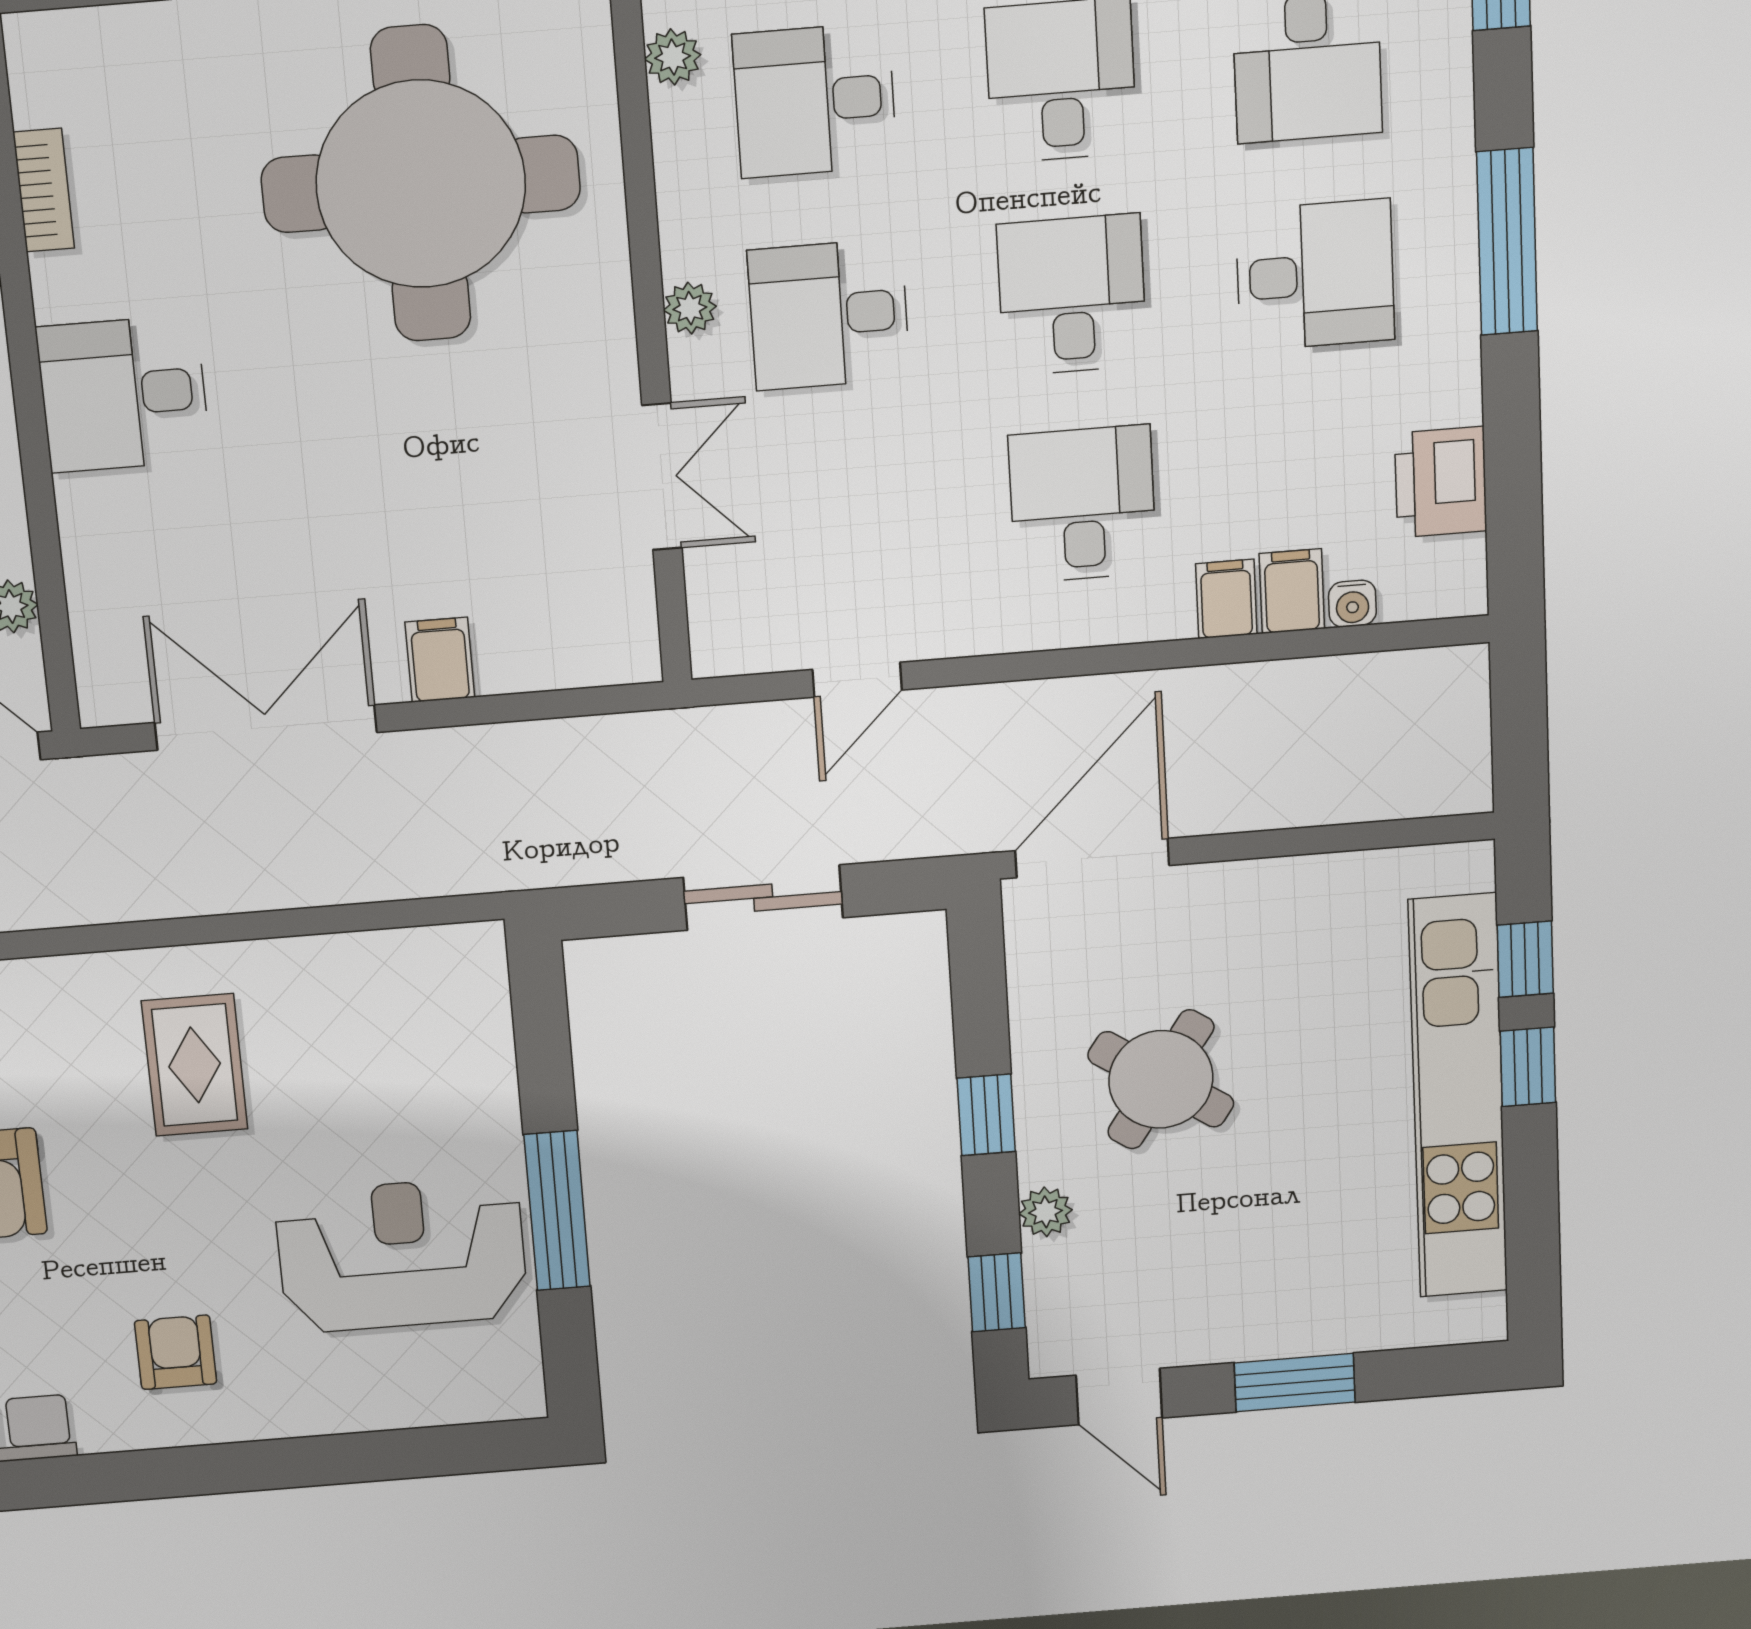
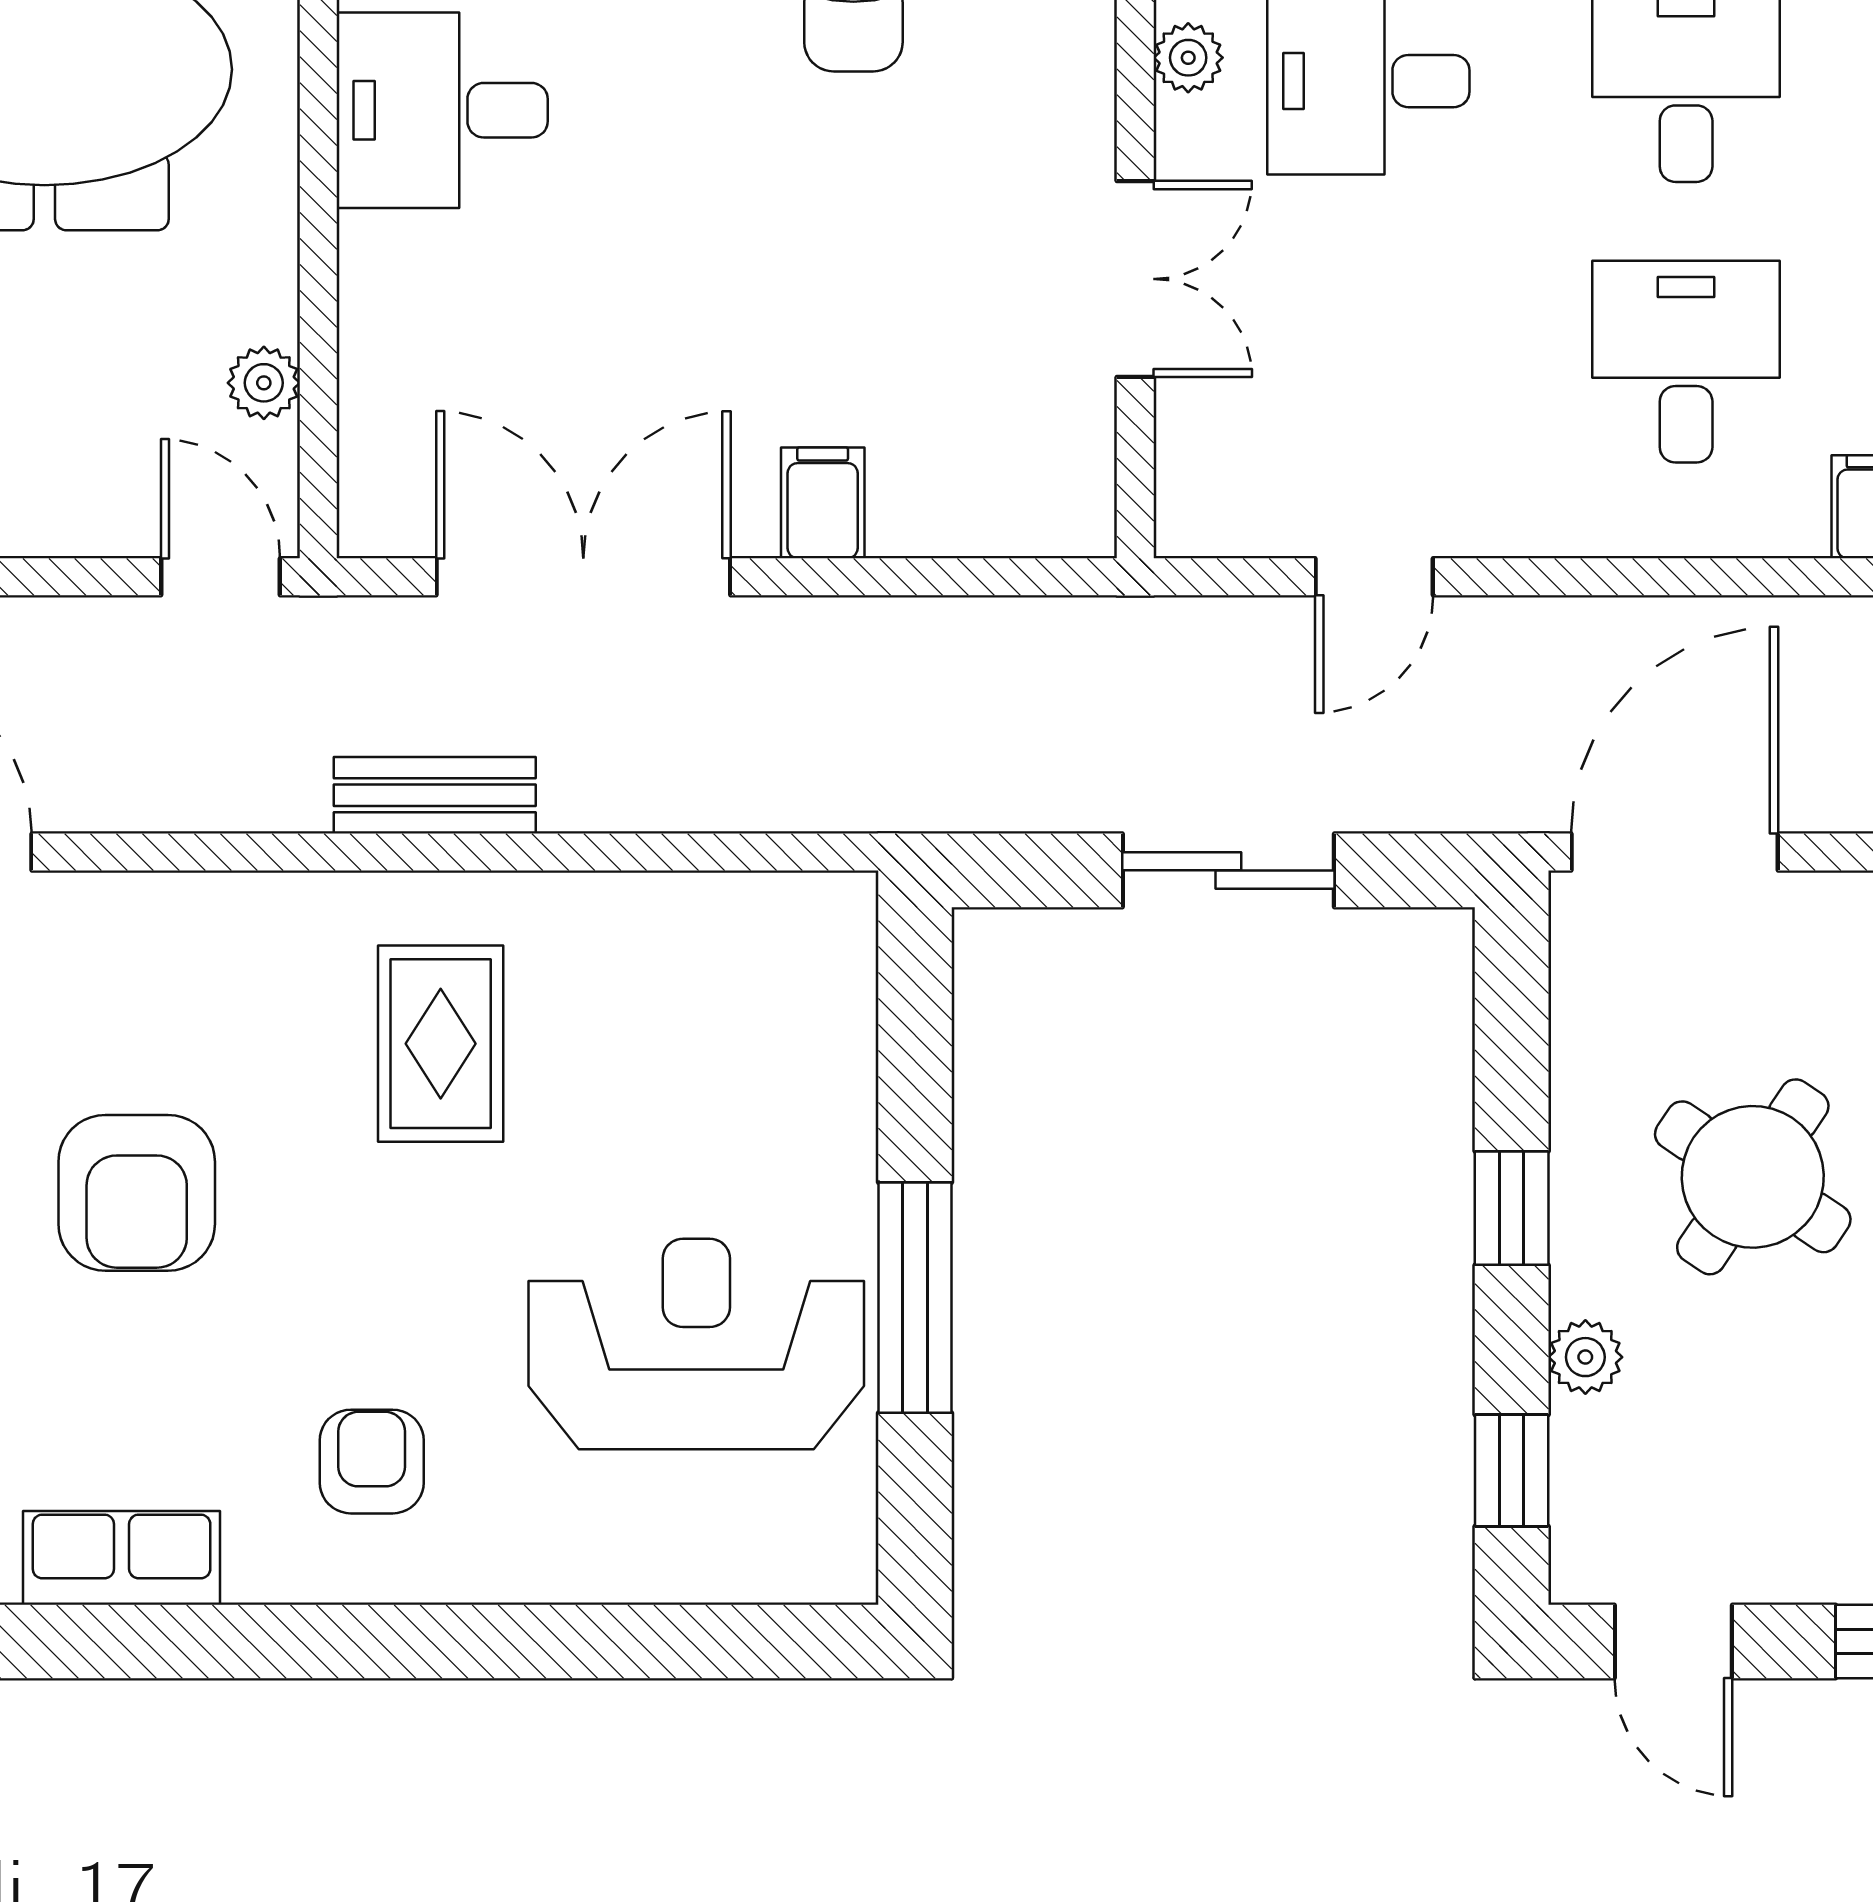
bench: (172, 892) -> (435, 795), added

